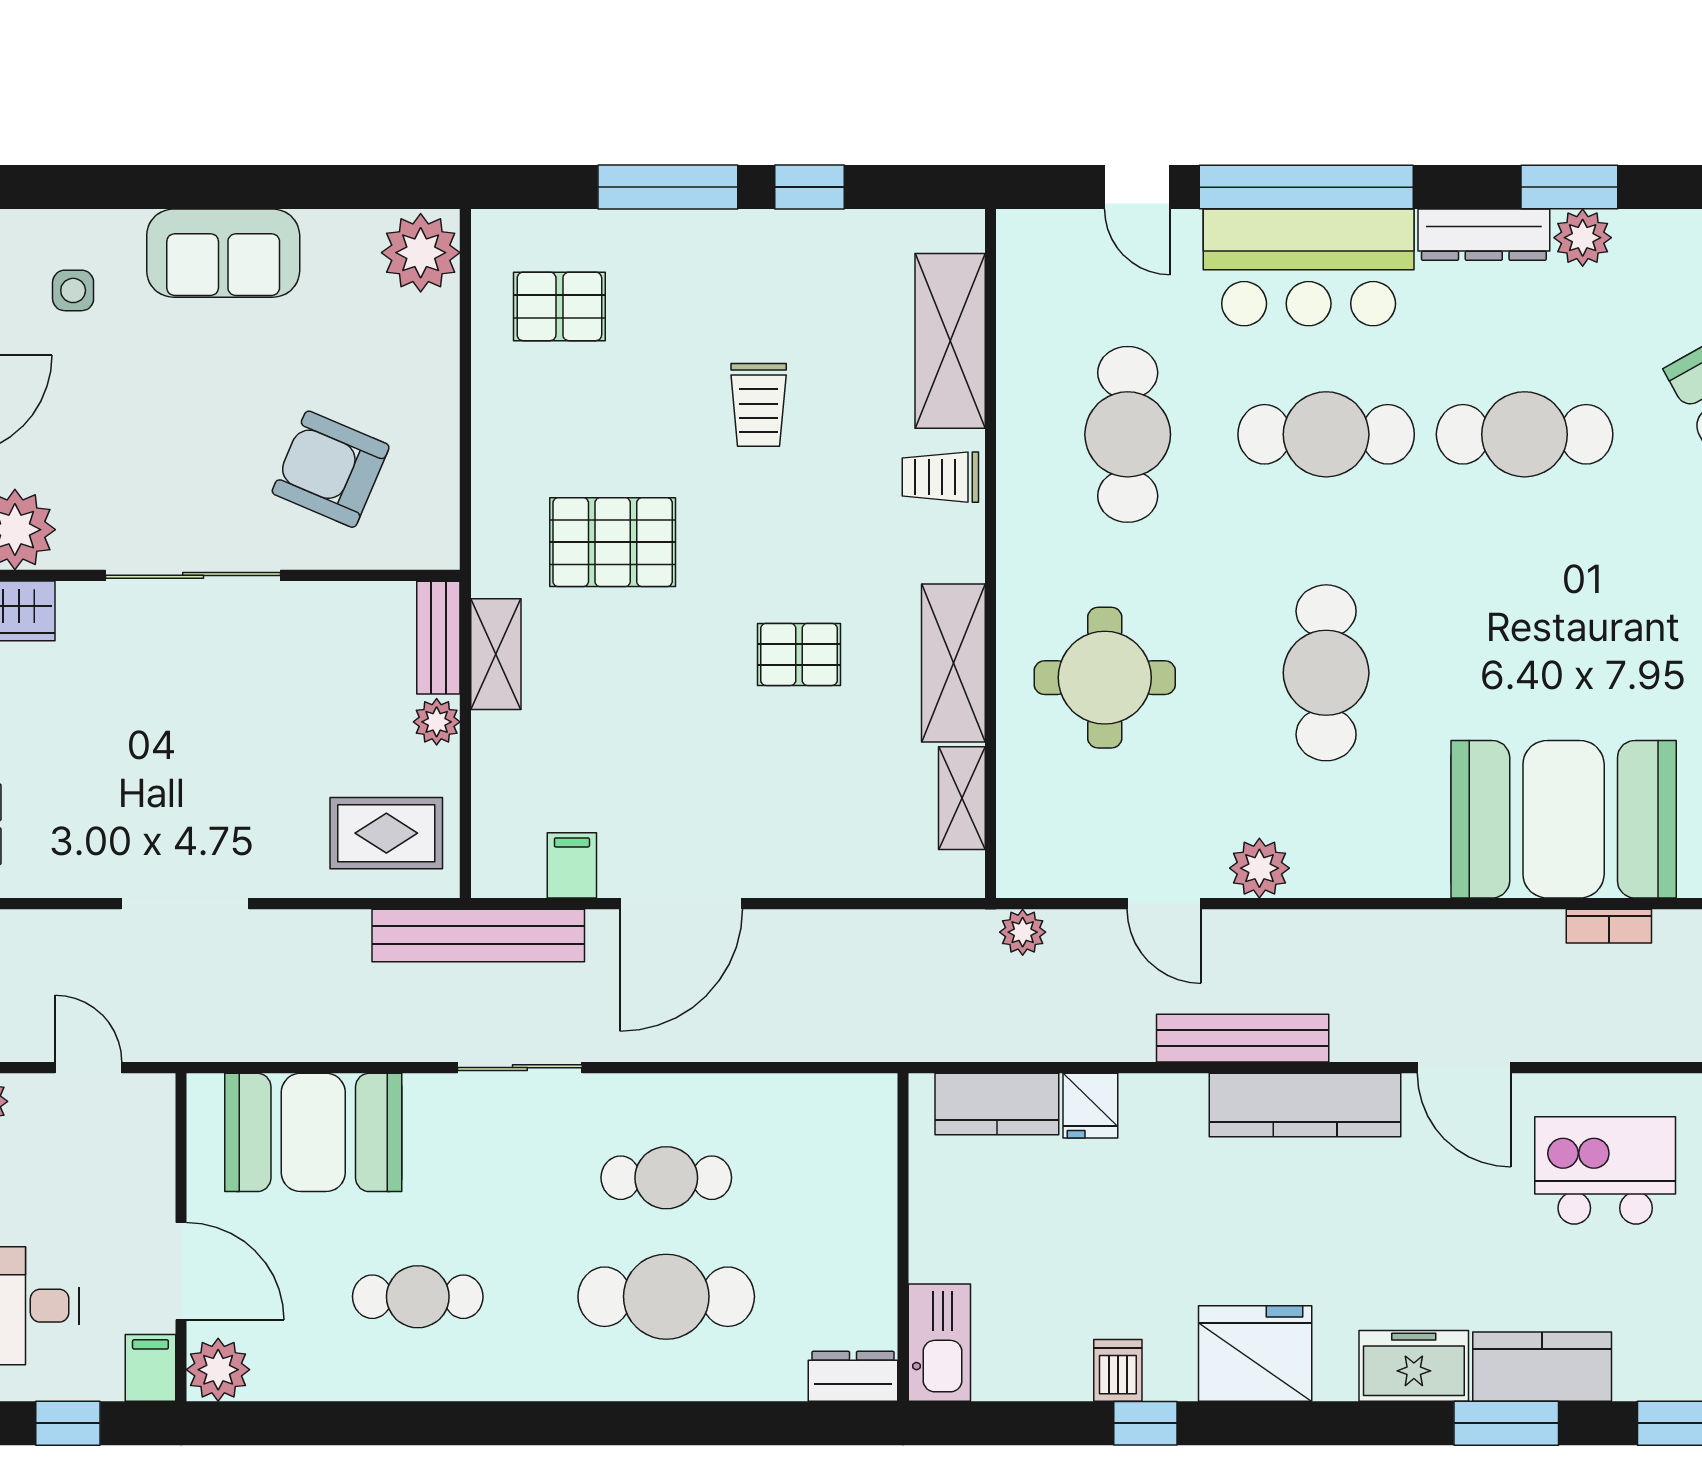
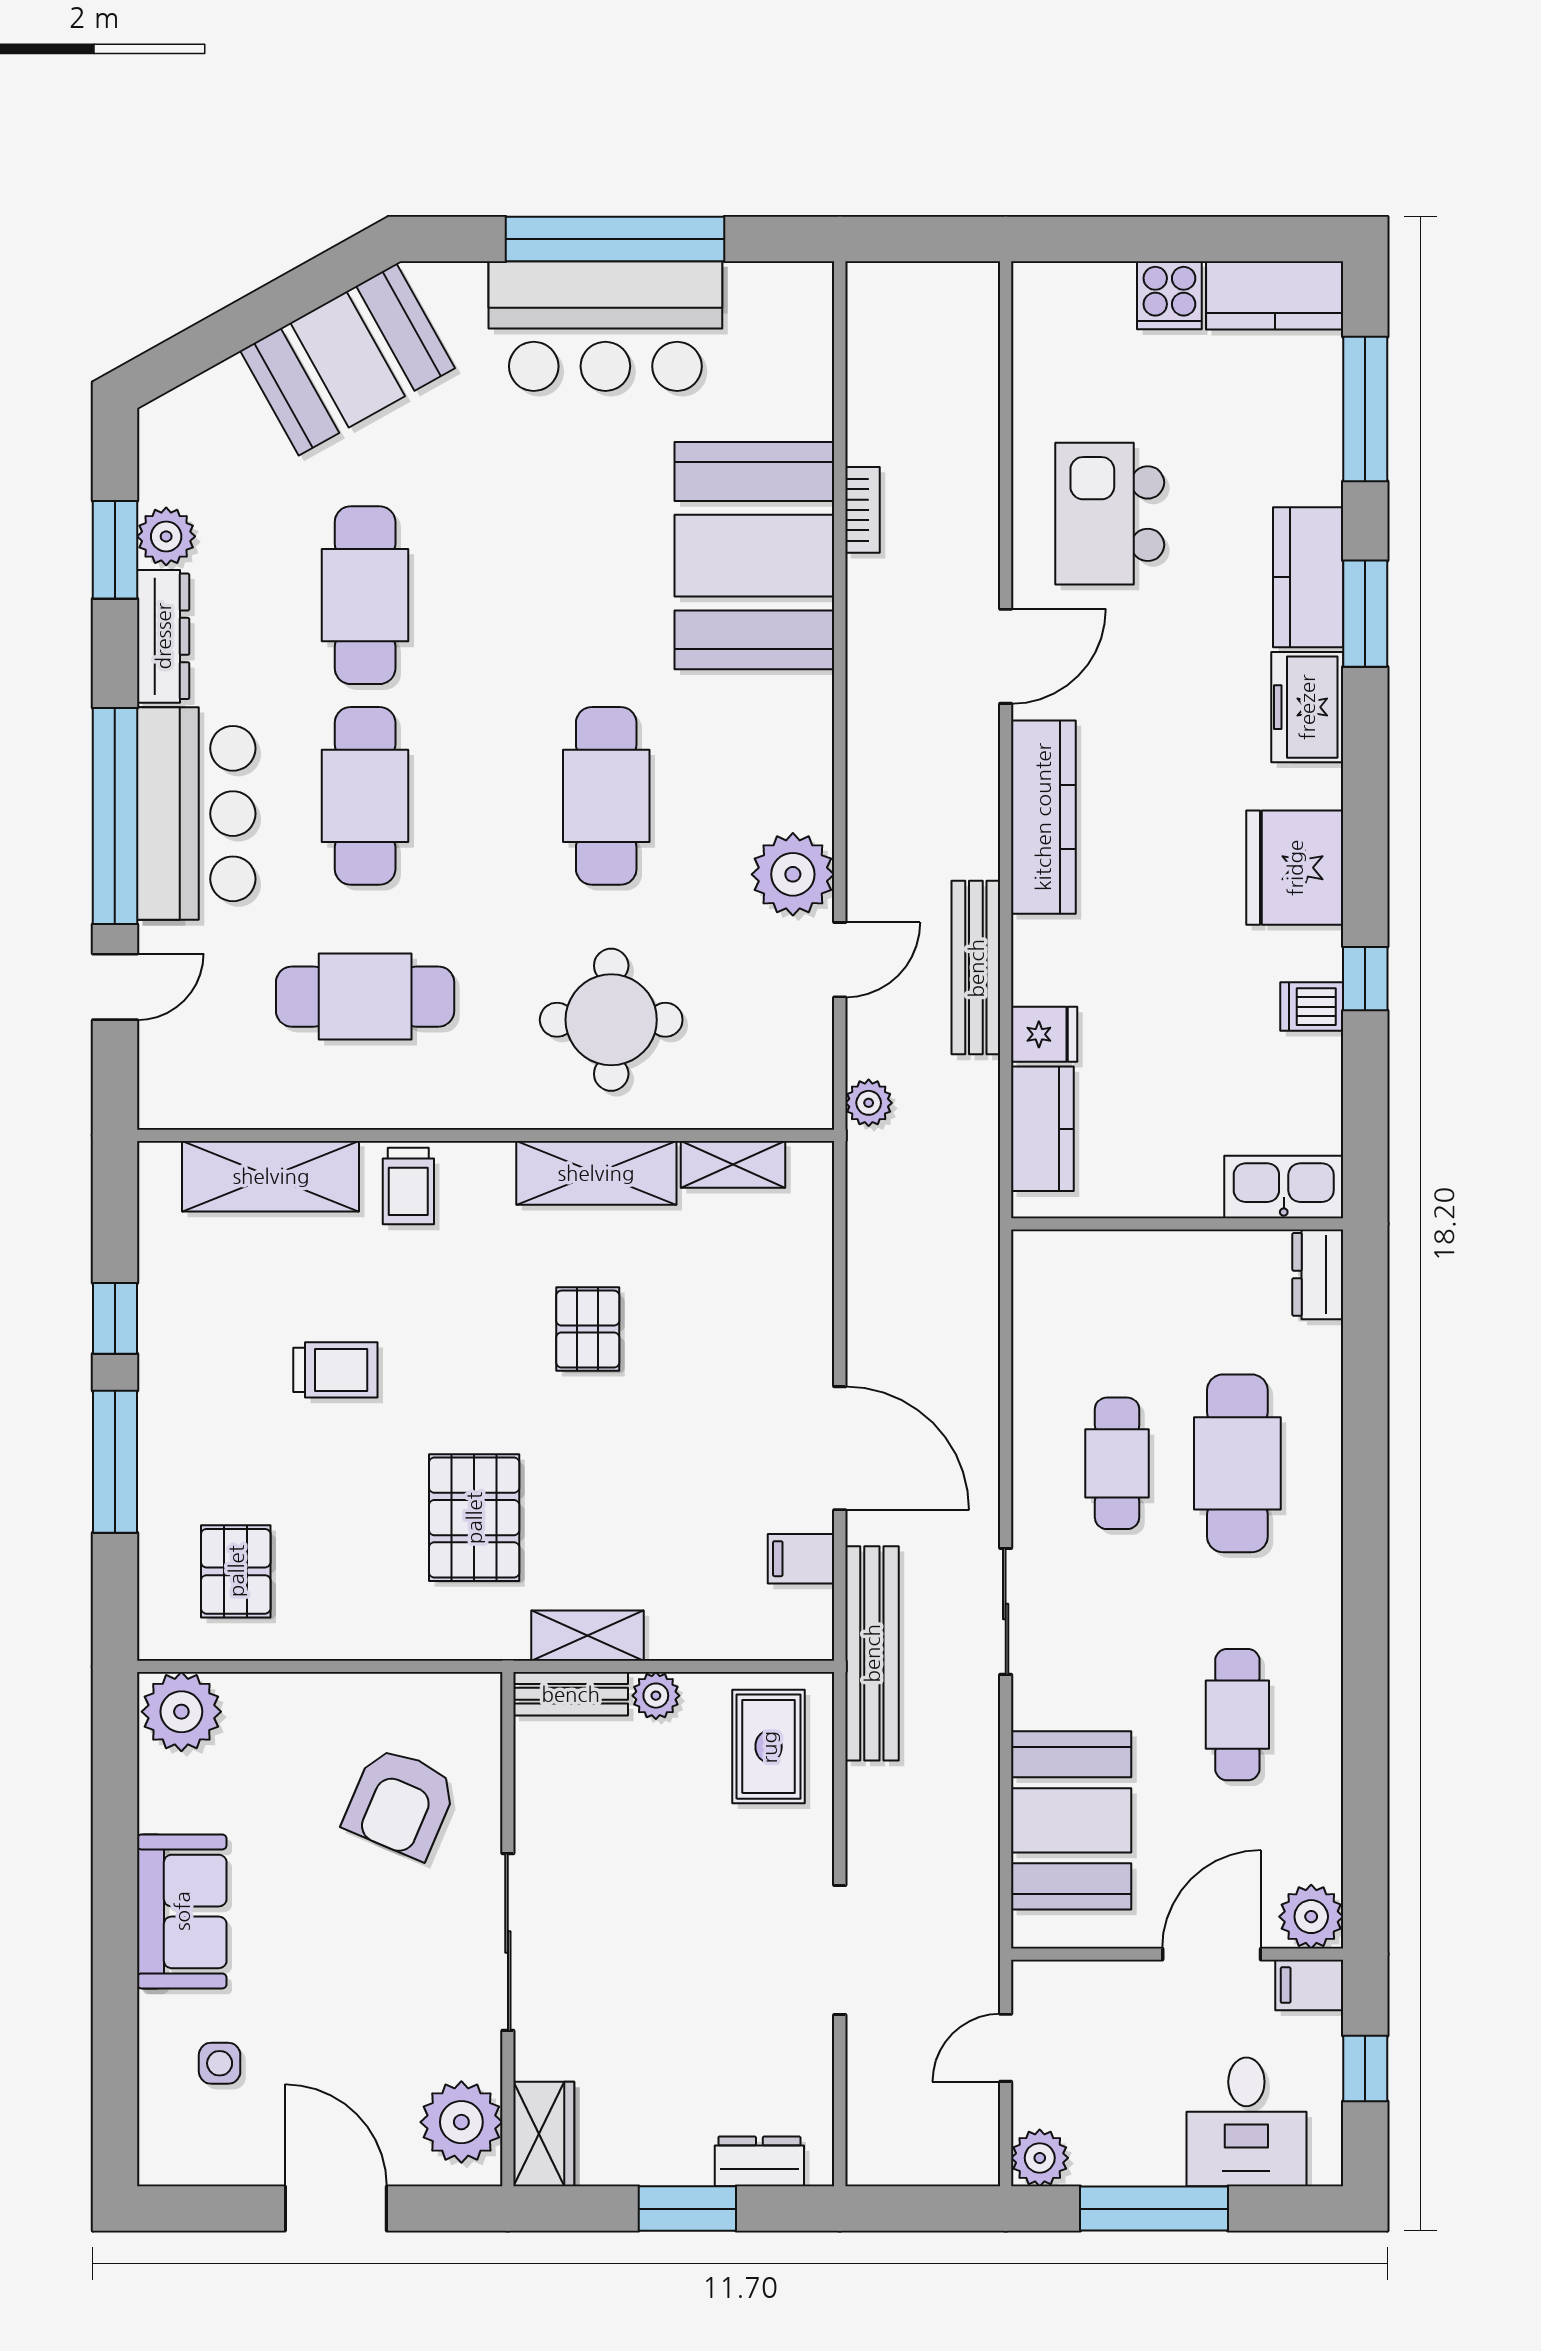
cafe table: (1326, 673) -> (606, 796), turned 90
plant: (1259, 868) -> (793, 874), width x1.36, depth x1.36
bench: (1243, 1038) -> (976, 968), moved

